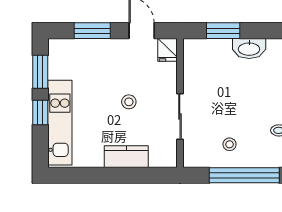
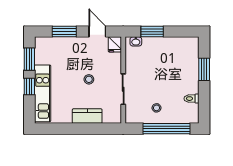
washbasin: (249, 48) -> (136, 41), moved, width x0.52, depth x0.69

